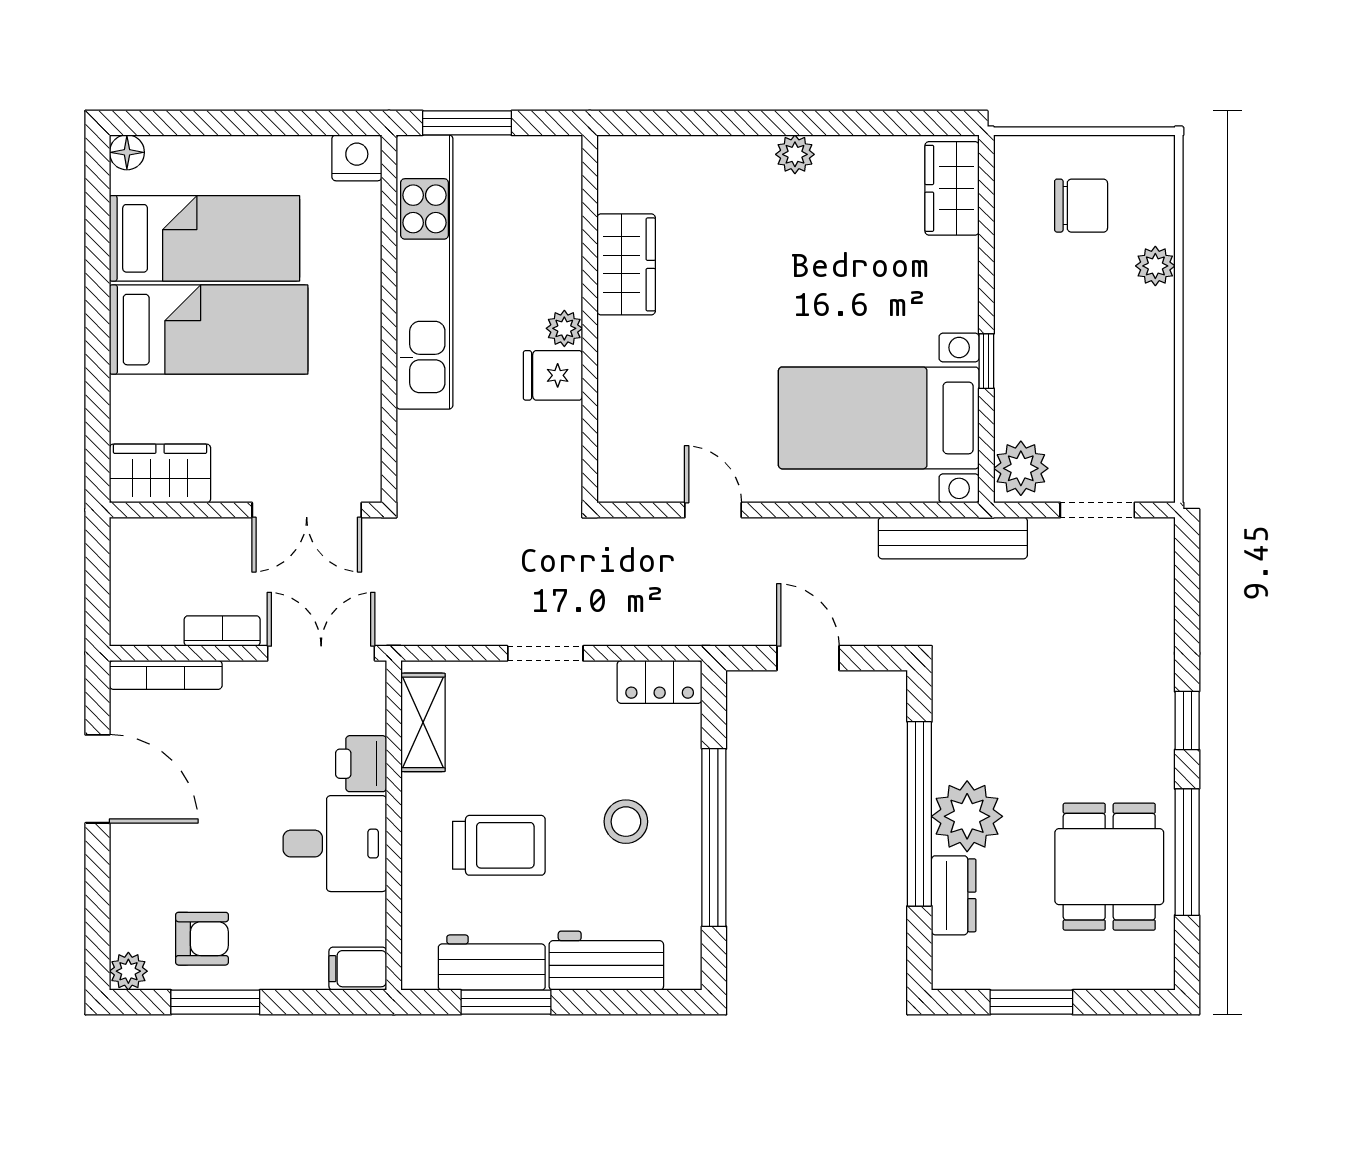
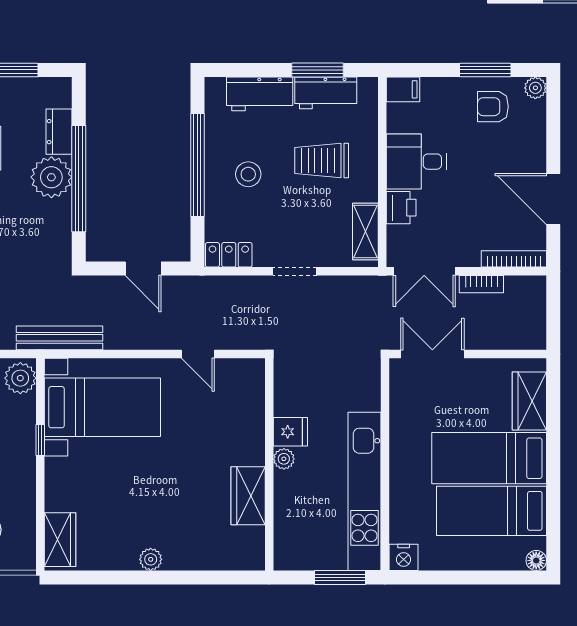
wardrobe: (160, 473) -> (529, 401), moved, turned 90

